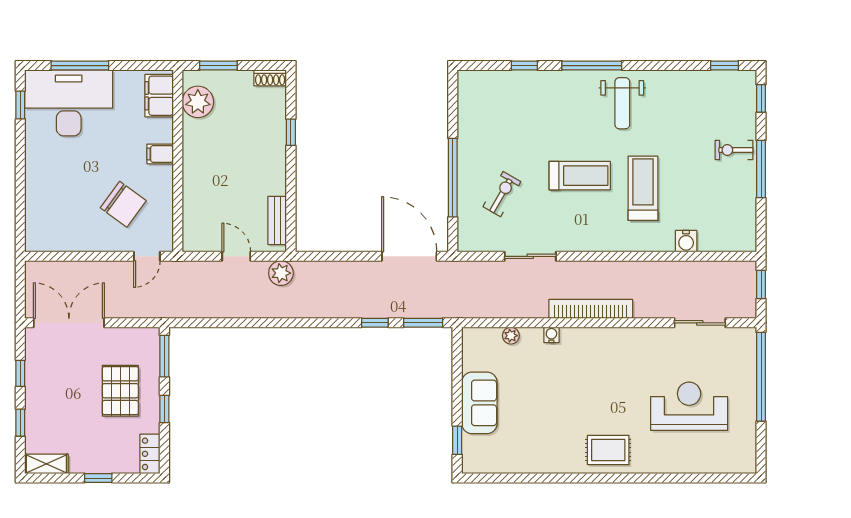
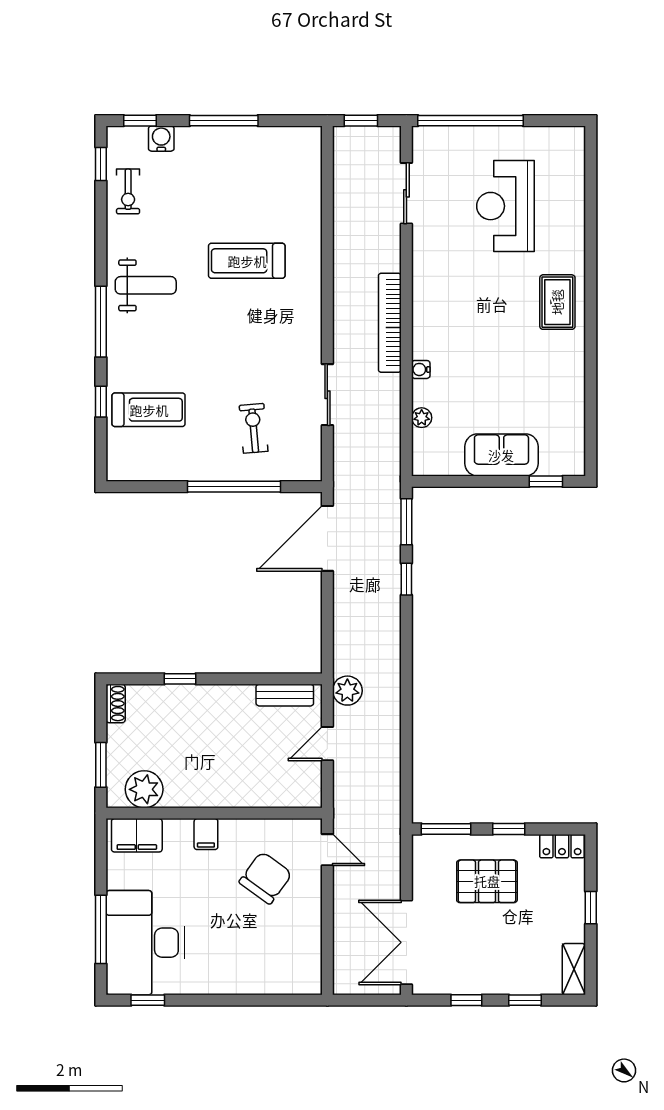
exercise bike: (734, 150) -> (128, 191), moved
treadmill: (580, 176) -> (149, 410), moved, turned 90
exercise bike: (502, 194) -> (254, 428), turned 55
water cooler: (686, 241) -> (161, 139), moved, turned -90

